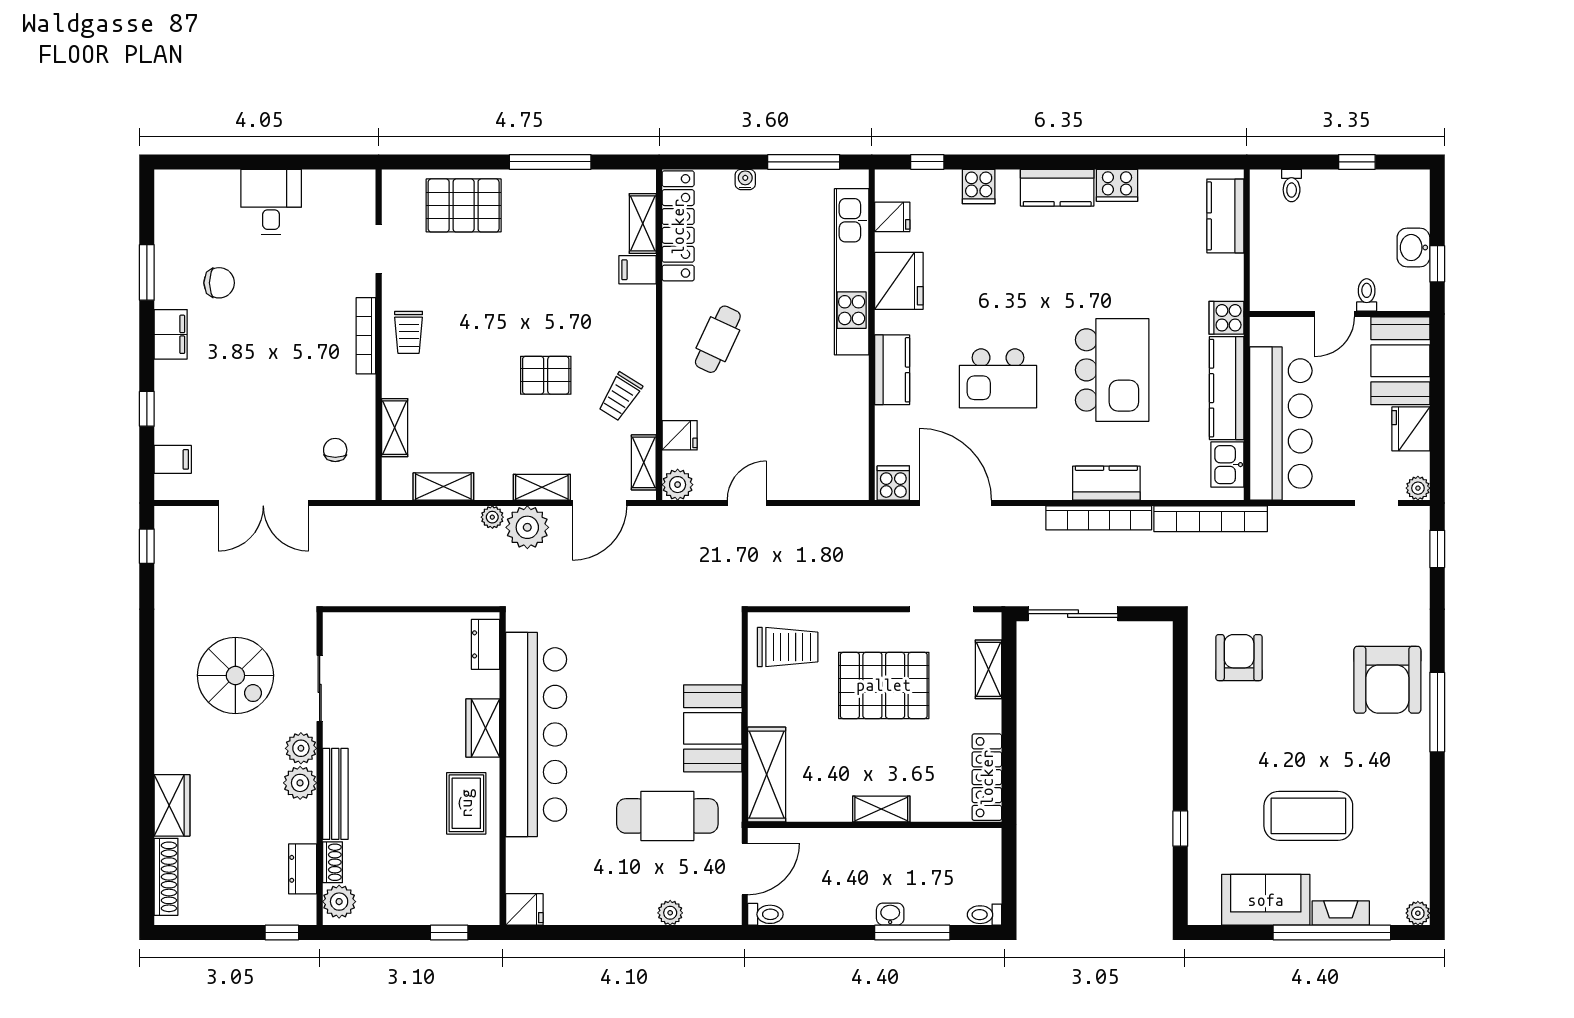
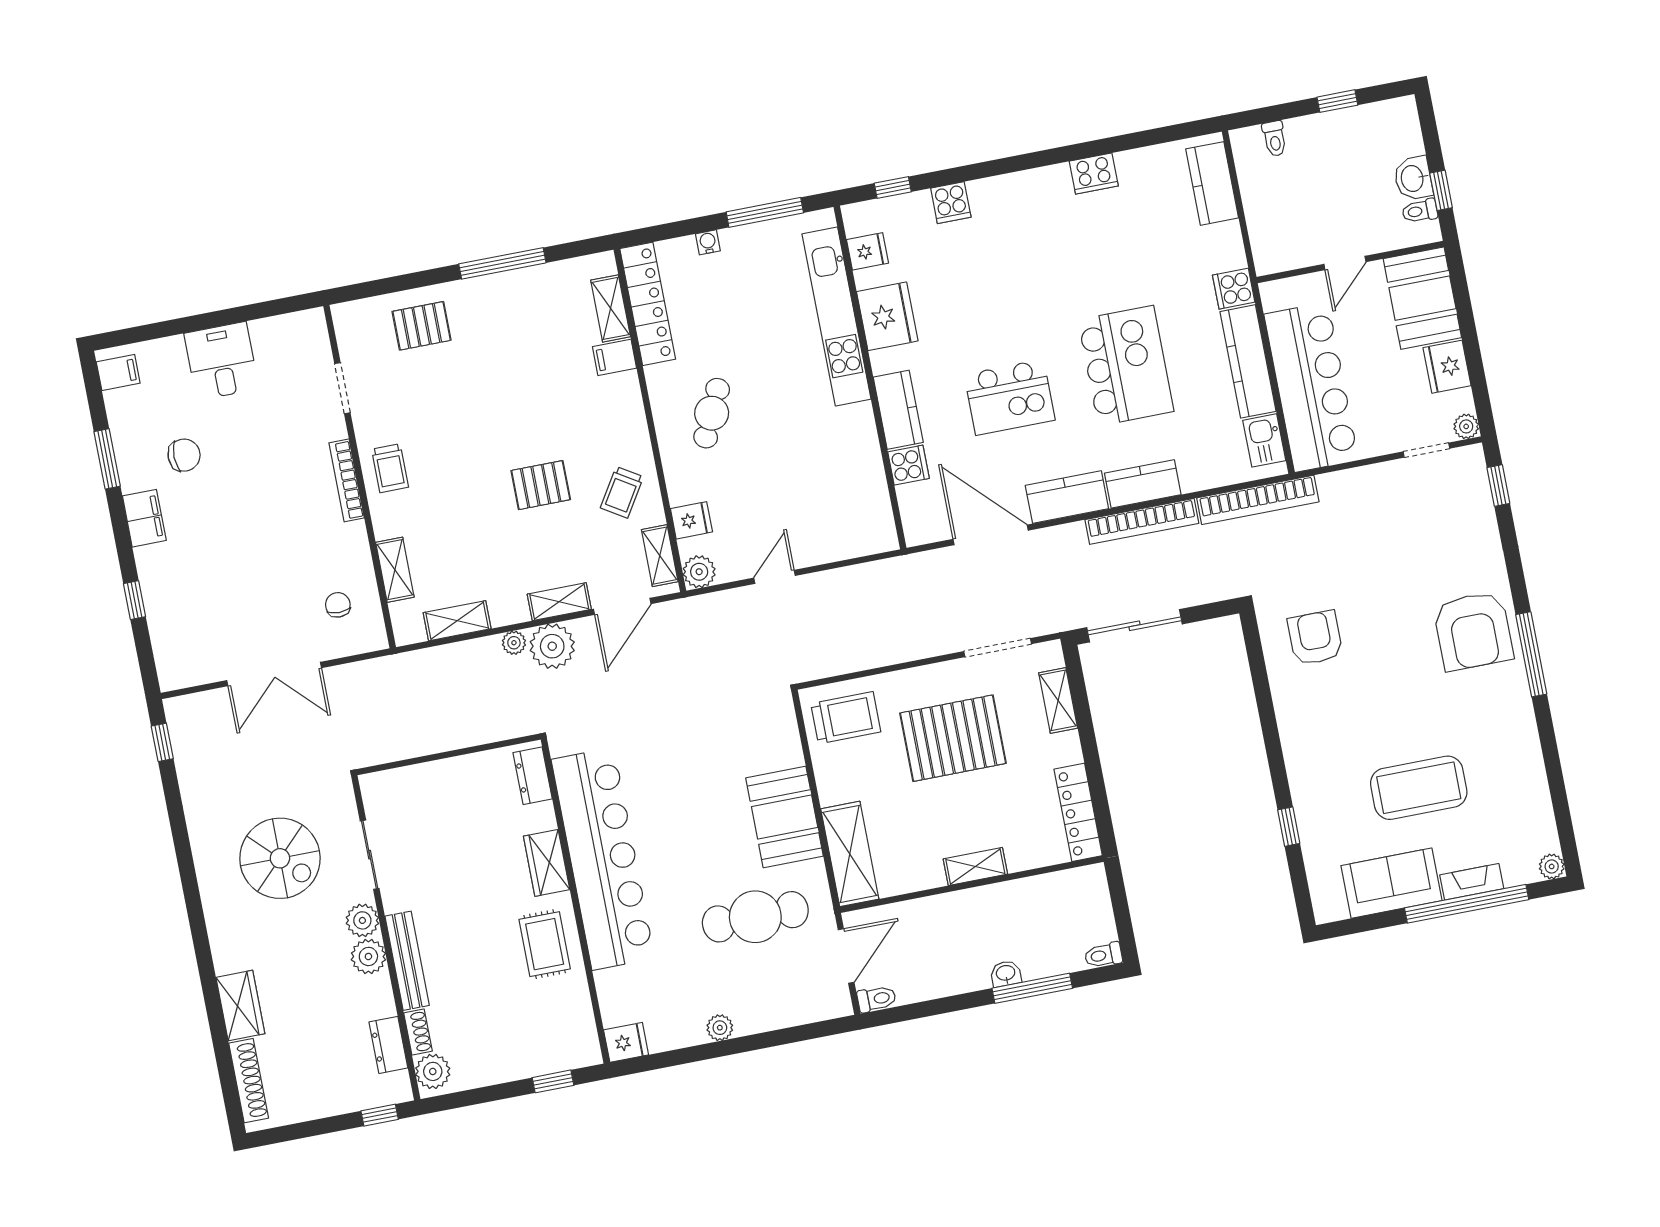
kitchen counter: (1057, 188) -> (1067, 497), moved, turned 180
pallet: (464, 205) -> (422, 326), width x0.67, depth x0.71
toilet: (1367, 295) -> (1420, 211), moved, turned -90
filing cabinet: (173, 459) -> (118, 373), moved
cooker: (893, 483) -> (908, 465), moved, turned 90
plant: (670, 913) -> (720, 1028), moved

